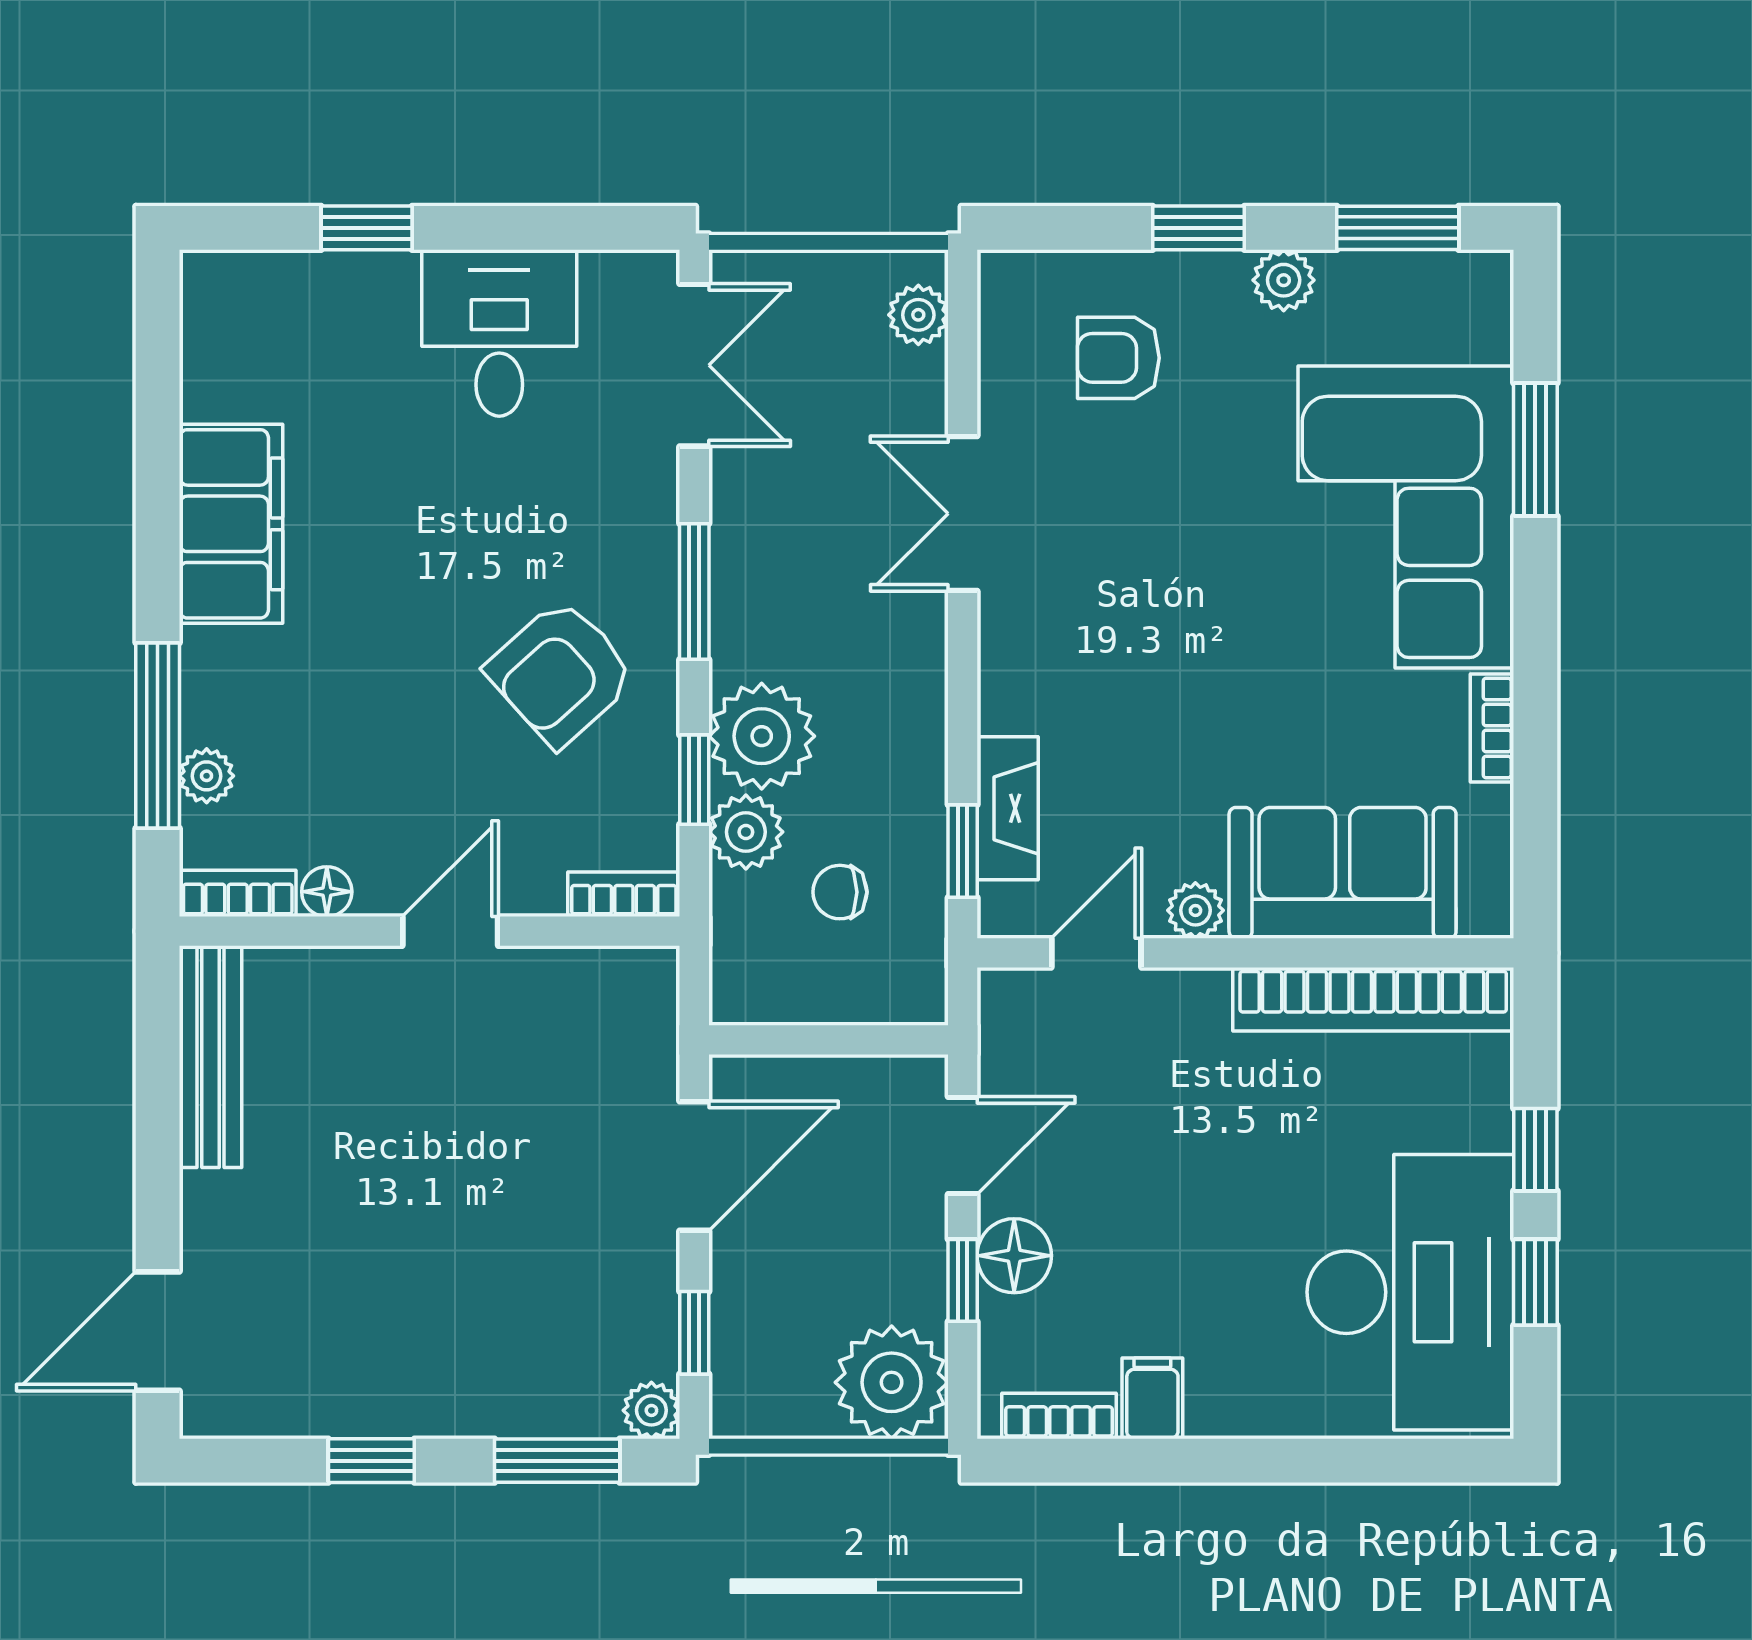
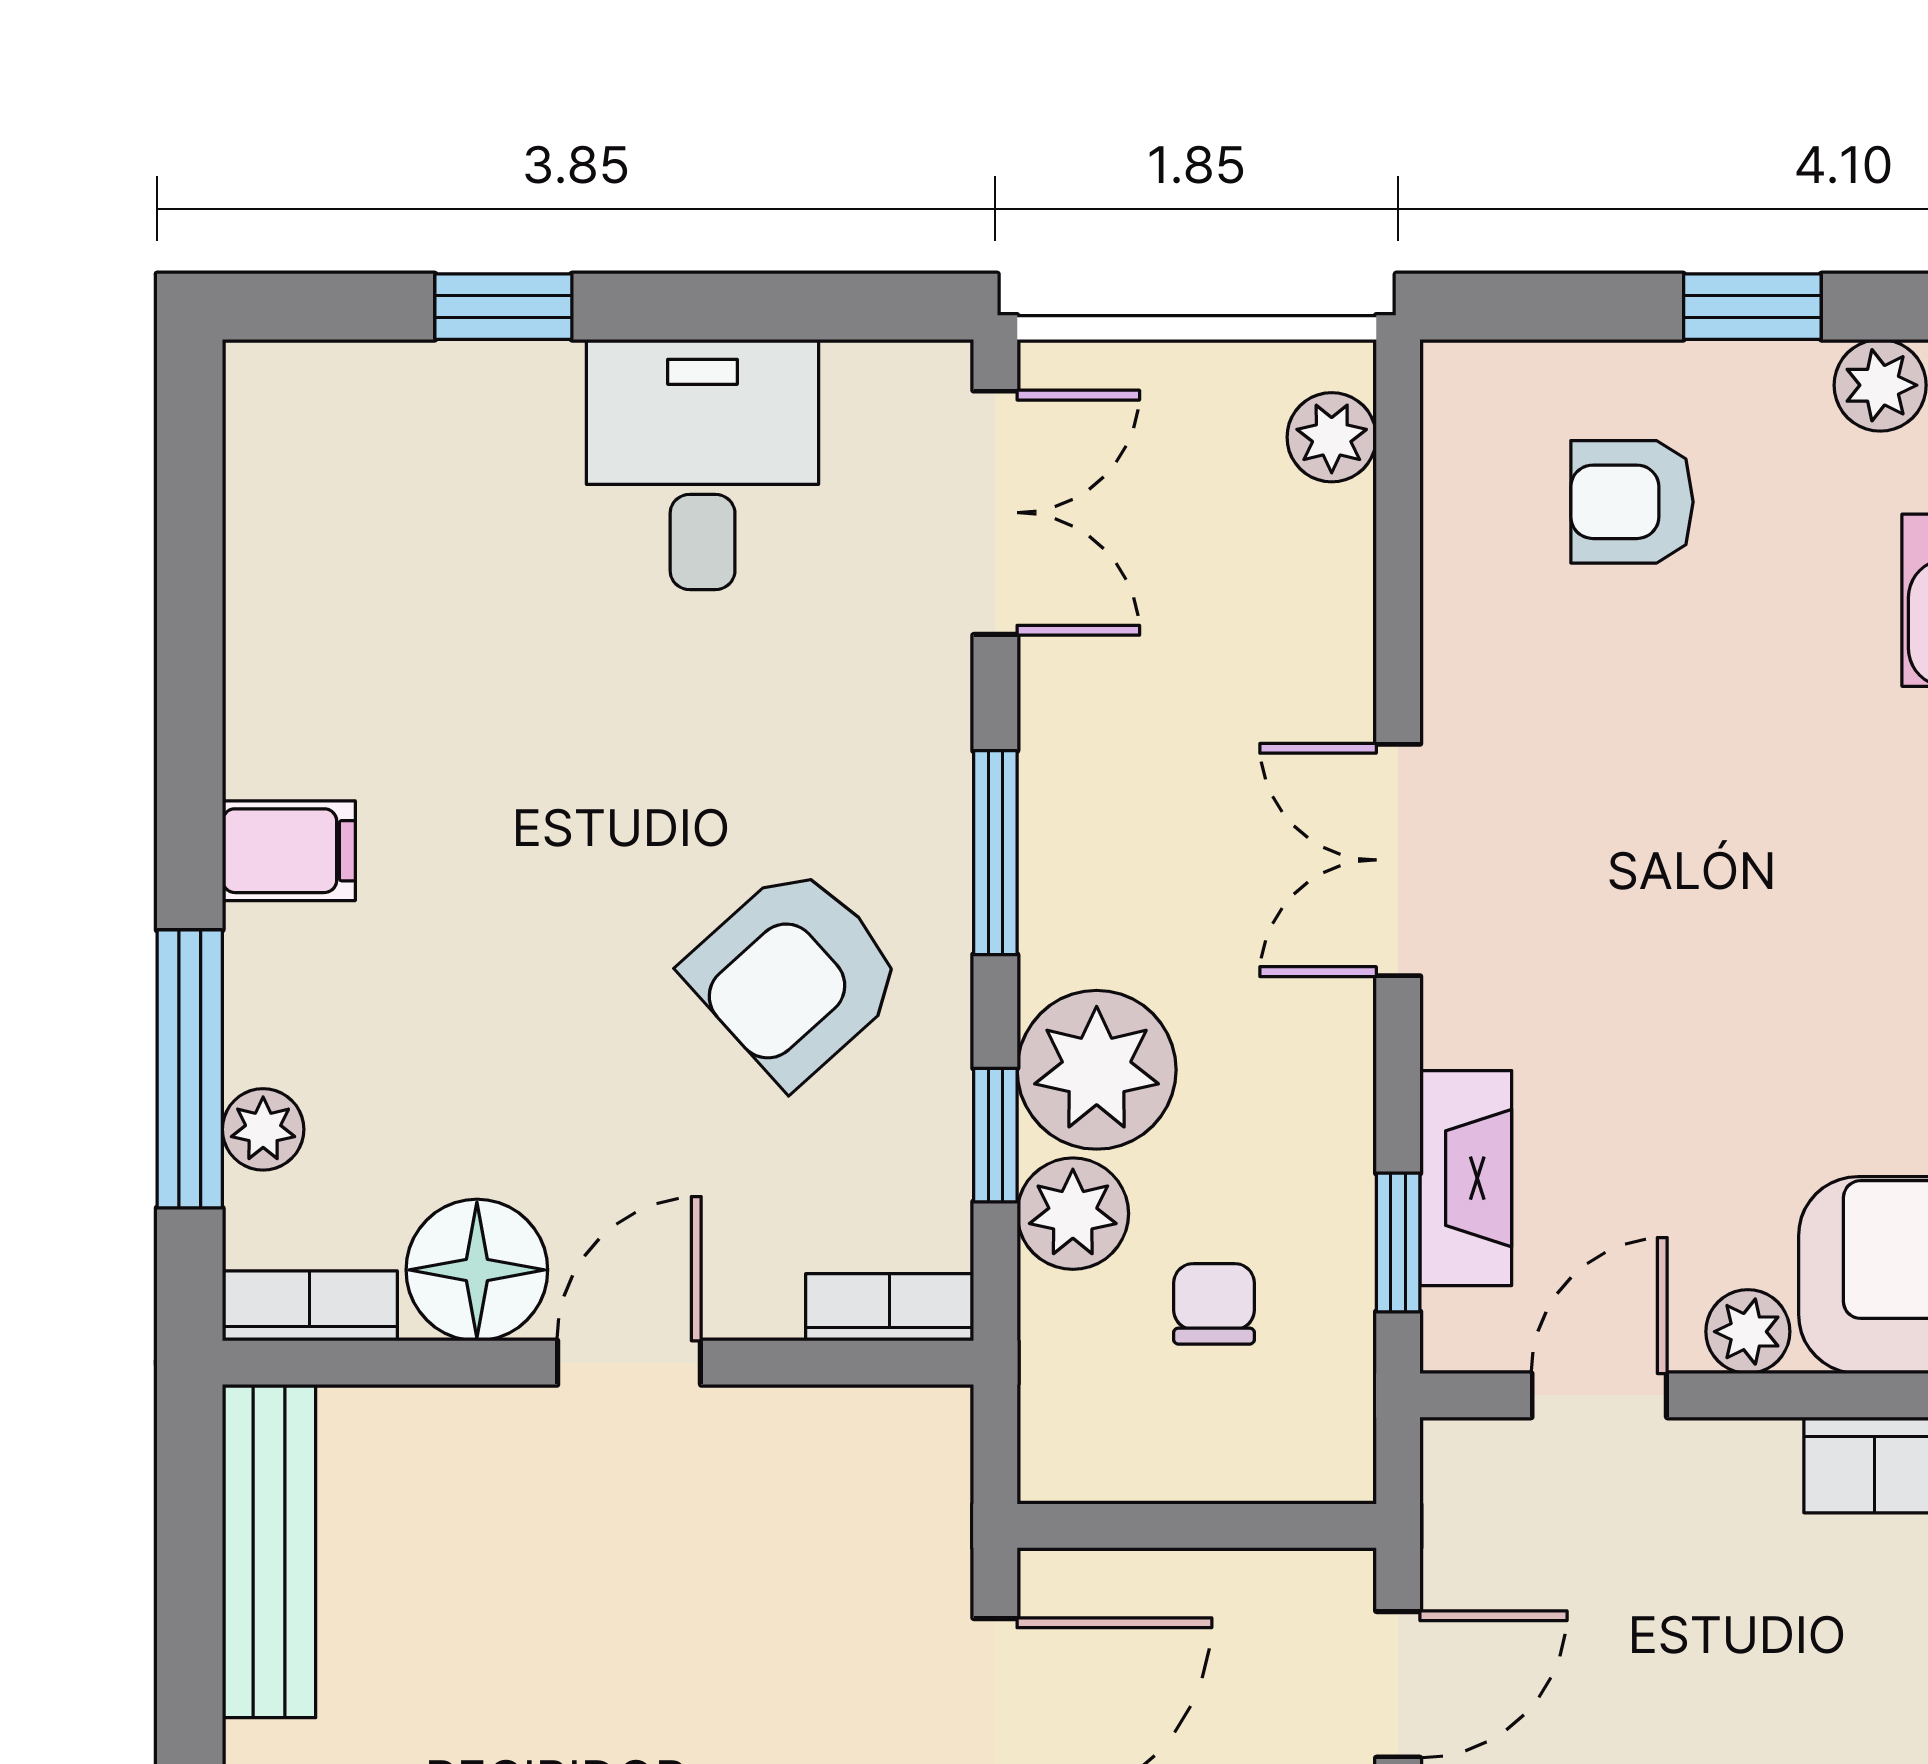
double door: (963, 514) -> (1398, 860), moved
filing cabinet: (231, 524) -> (289, 851), width x0.33, depth x0.86
floor lamp: (327, 892) -> (477, 1270), width x1.89, depth x1.89
chair: (840, 892) -> (1214, 1304), turned 90

